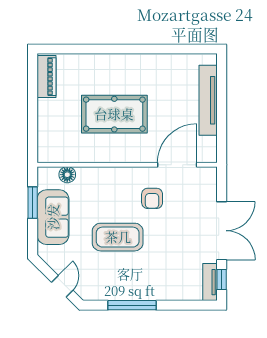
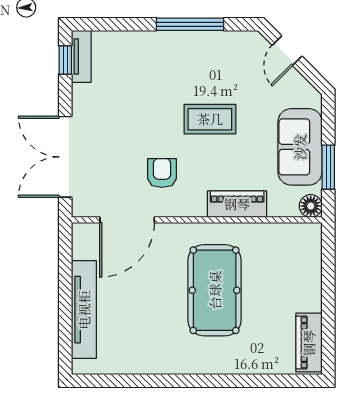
pool table: (114, 114) -> (215, 290), turned 90
floor lamp: (67, 175) -> (311, 206), moved
piano: (98, 176) -> (237, 204), added
double door: (222, 231) -> (65, 157), moved
coffee table: (118, 237) -> (210, 119), width x0.73, depth x0.76

